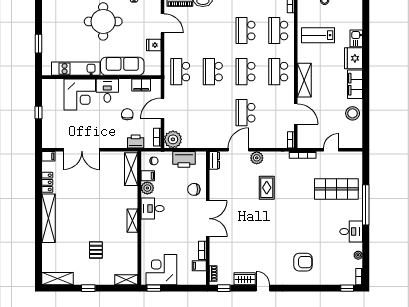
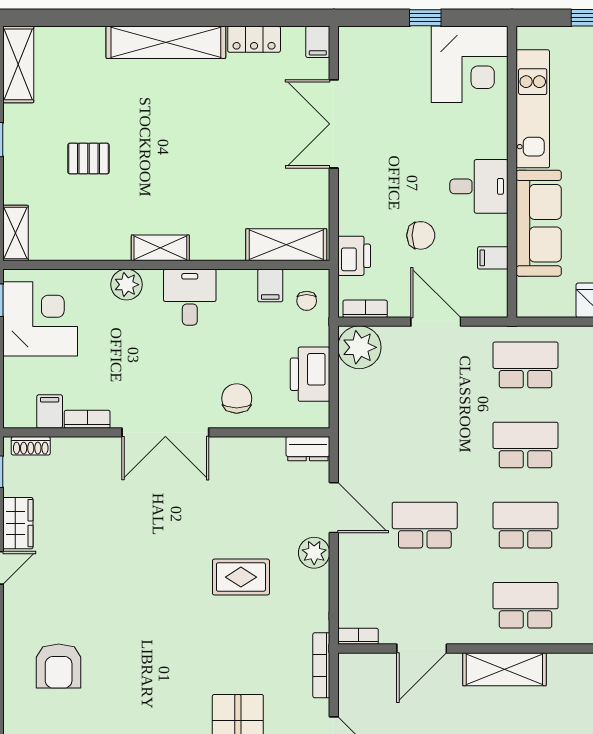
filing cabinet: (141, 85) -> (493, 258), width x0.50
corner desk: (80, 94) -> (470, 64), moved, turned -90
plant: (147, 188) -> (127, 285), moved

